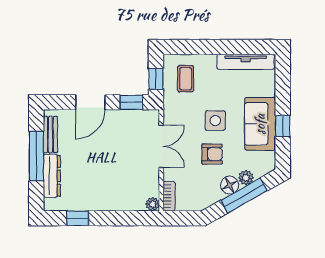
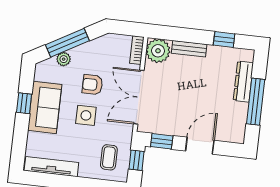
bench: (50, 135) -> (189, 49), moved, turned 90
double door: (161, 146) -> (139, 97), width x1.37
floor lamp: (230, 185) -> (80, 54), removed
plant: (153, 204) -> (158, 51), width x1.88, depth x1.88

